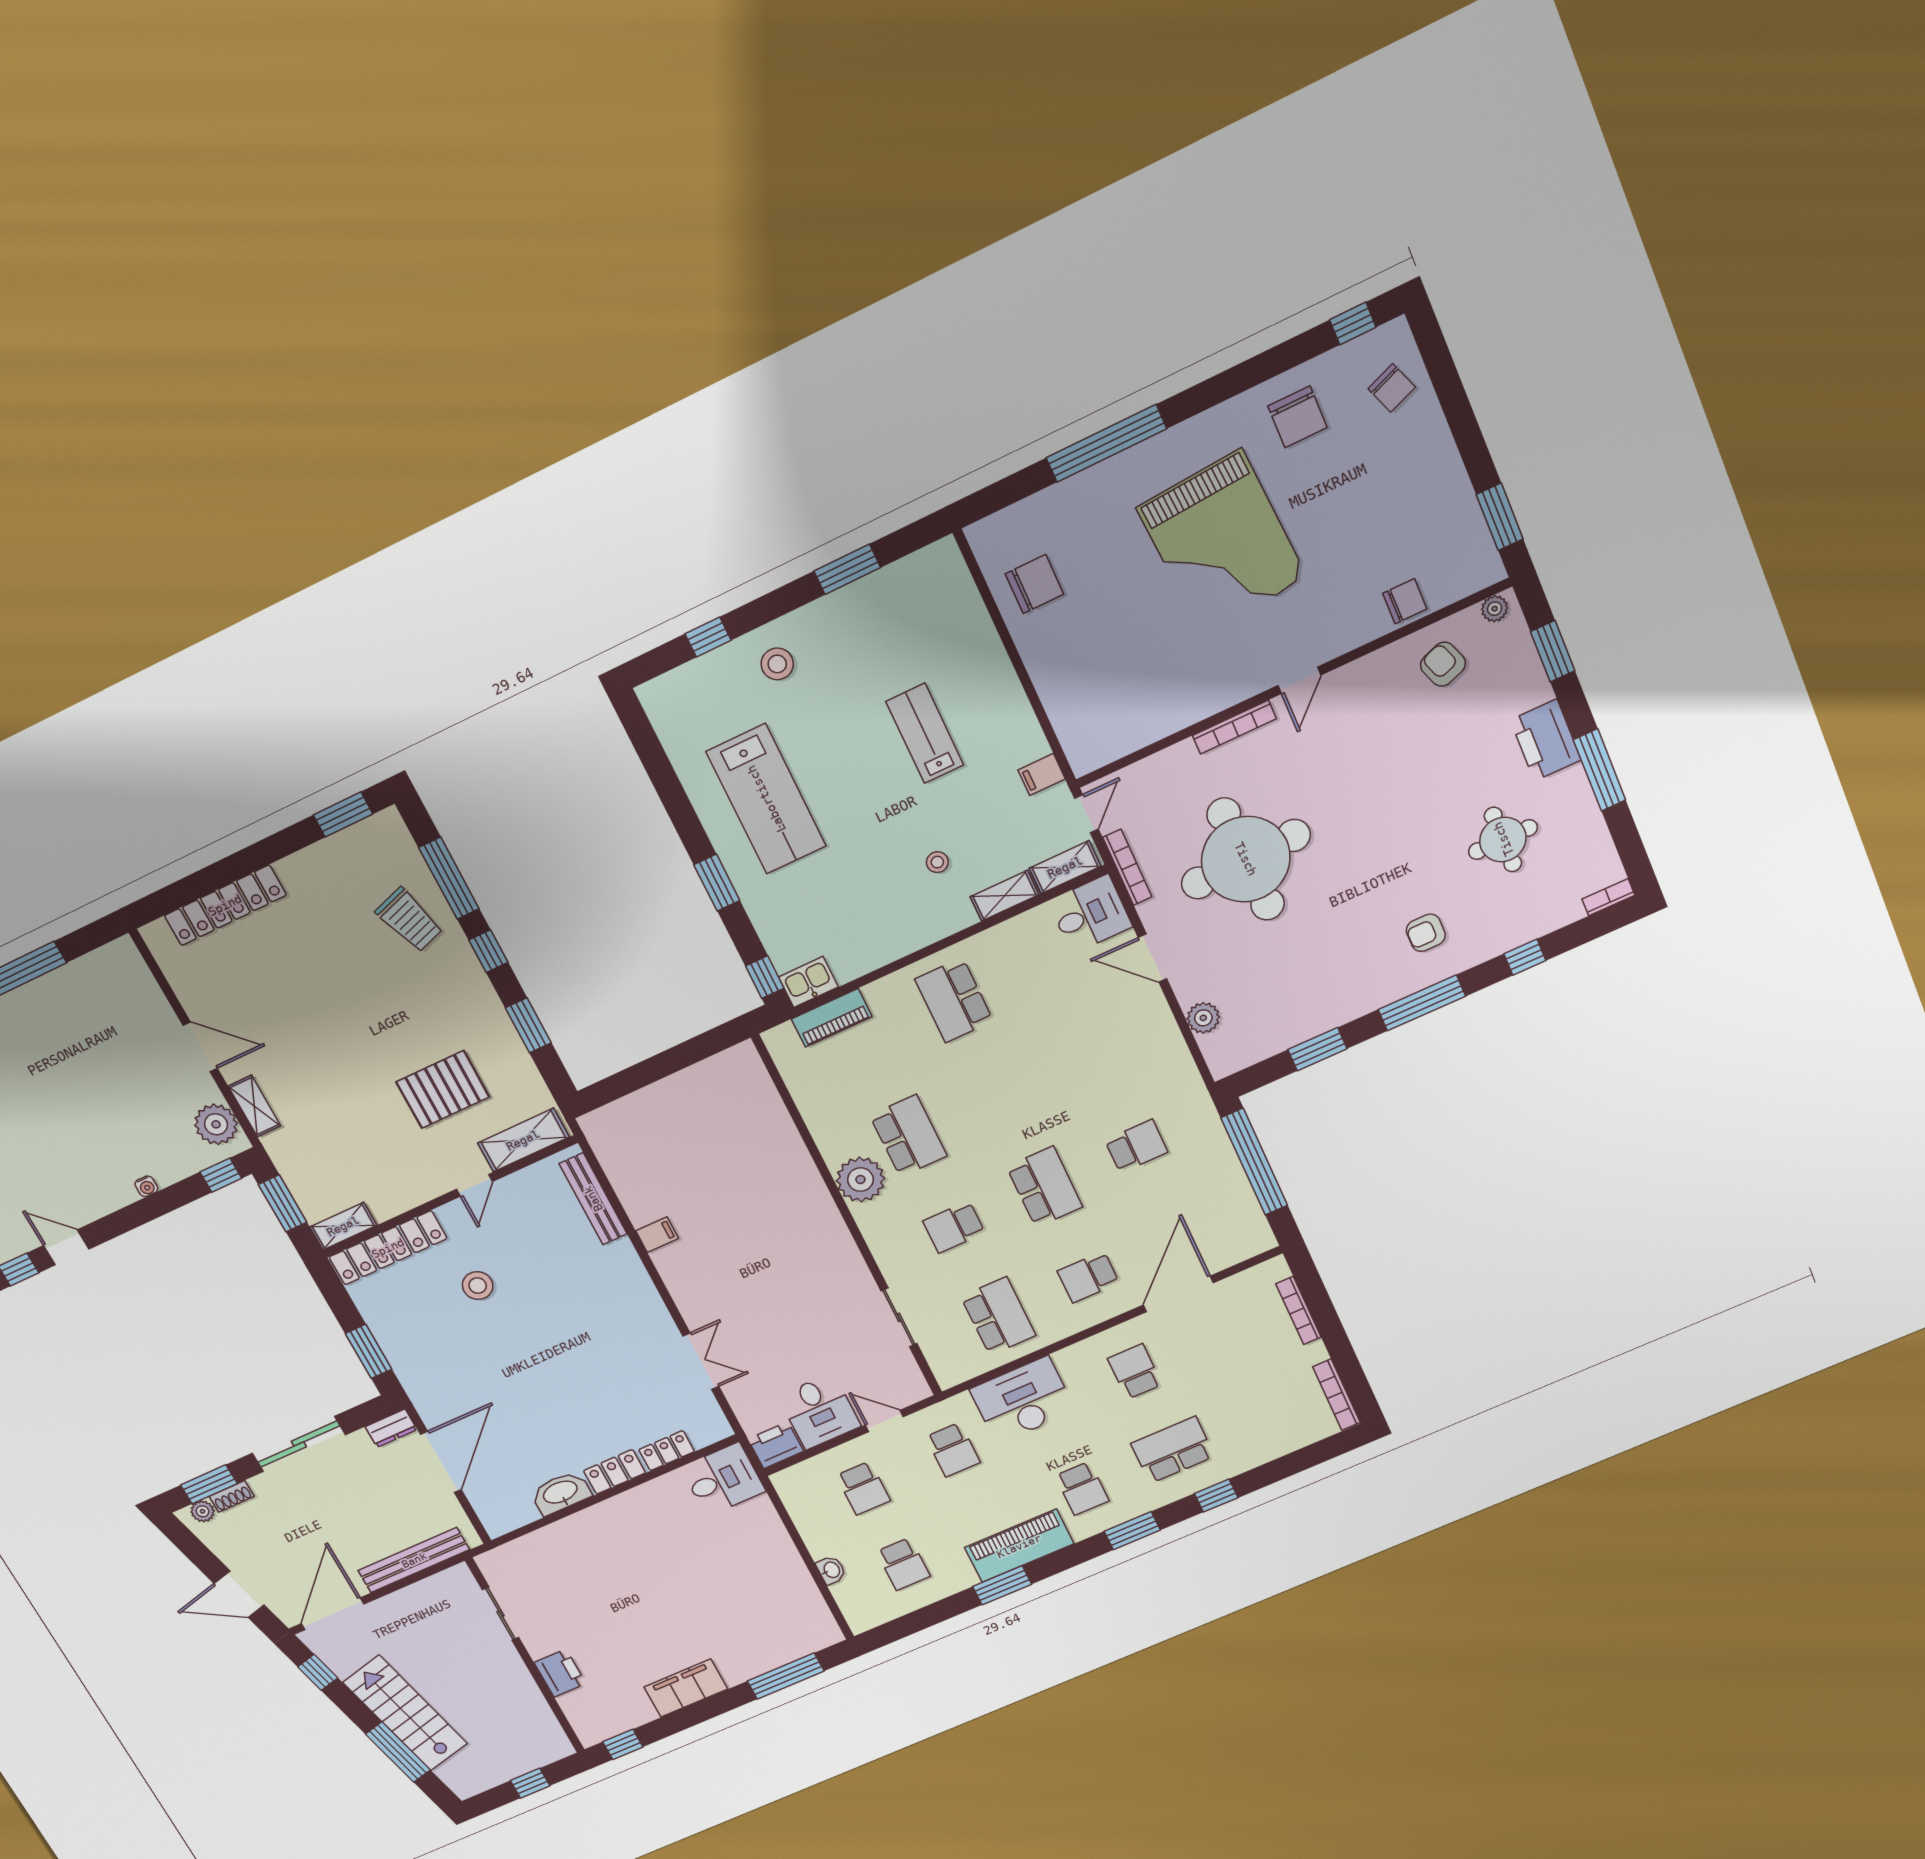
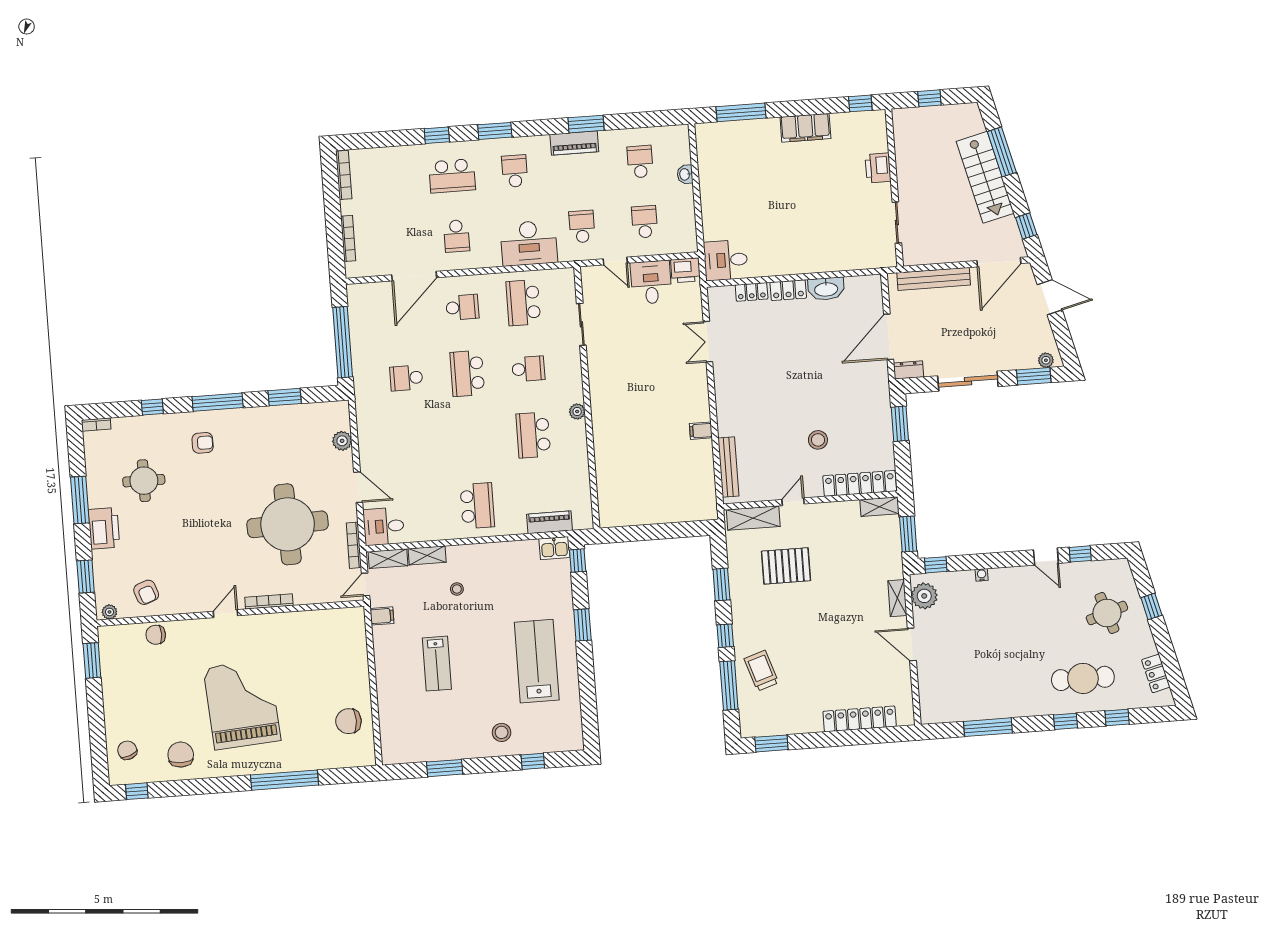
plant: (860, 1180) -> (577, 411), width x0.53, depth x0.53
shoe rack: (232, 1496) -> (1024, 363), removed
piano: (1019, 1546) -> (574, 143), width x0.73, depth x0.75

